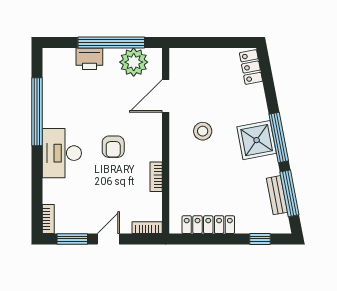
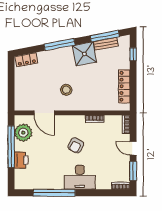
window: (279, 138) -> (60, 45), moved
shower: (257, 140) -> (84, 54), moved
armchair: (113, 147) -> (76, 145), turned 118

